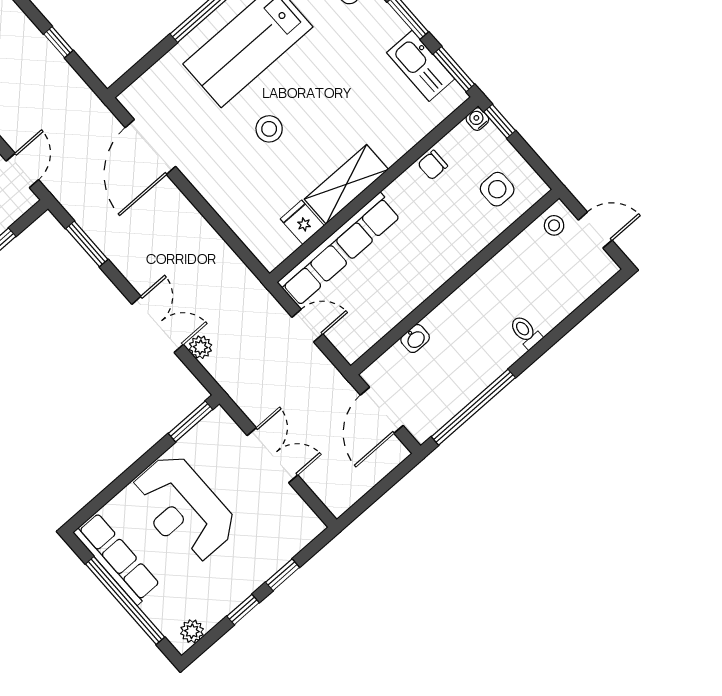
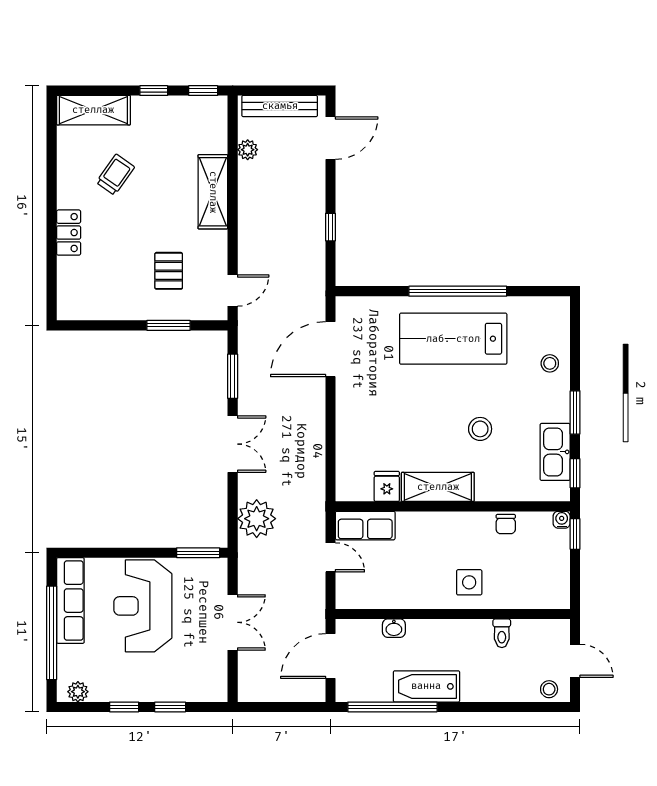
window: (454, 69) -> (575, 473), width x0.67
stool: (269, 129) -> (480, 429), moved
chair: (433, 165) -> (506, 524), turned -90
side table: (497, 189) -> (469, 582), moved
stool: (554, 225) -> (549, 689), moved
row of seats: (339, 249) -> (365, 526), width x0.50
double door: (158, 324) -> (233, 444), moved
toilet: (526, 332) -> (502, 633), moved, turned 180
plant: (200, 347) -> (257, 519), width x1.87, depth x1.87
bathtub: (487, 364) -> (426, 686), added

